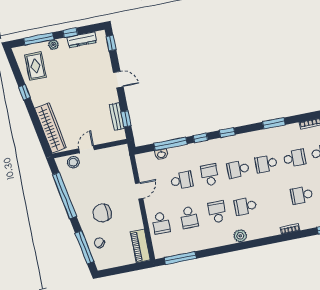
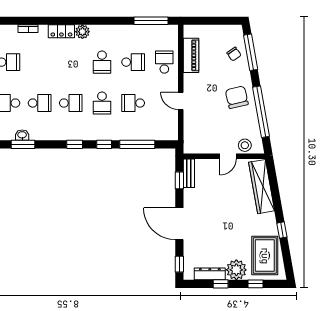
window: (39, 39) -> (255, 284), width x0.46
plant: (53, 45) -> (236, 270), width x1.88, depth x1.88
rug: (35, 66) -> (265, 256), width x1.36, depth x1.43
door: (118, 80) -> (179, 224), width x1.88
bench: (117, 116) -> (189, 173), moved
washbasin: (161, 154) -> (22, 135), moved
door: (139, 191) -> (181, 101), hinge flipped
school desk: (245, 206) -> (71, 62), removed
chair: (102, 213) -> (237, 97), moved, turned -103
school desk: (189, 217) -> (133, 62), turned 90
locker: (259, 232) -> (61, 31), added
piano: (140, 246) -> (191, 55), moved

